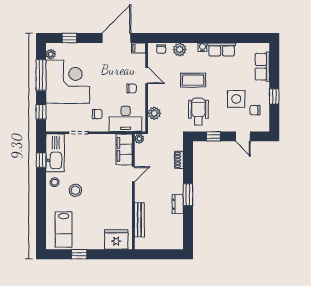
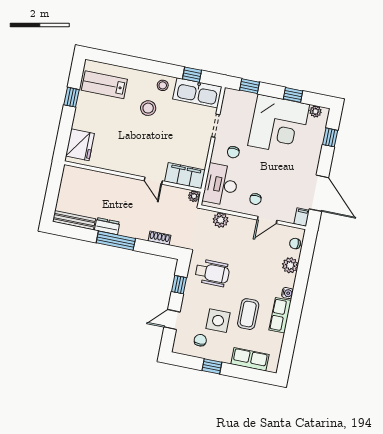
window: (41, 75) -> (293, 95), width x0.46
coffee table: (193, 80) -> (248, 314), moved
window: (188, 195) -> (116, 241), width x1.44
bench: (139, 220) -> (74, 220), moved

